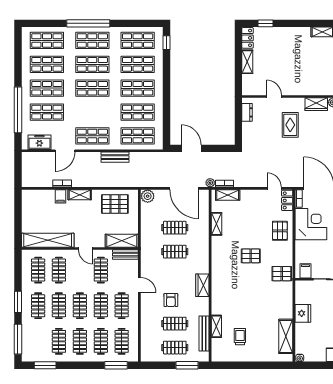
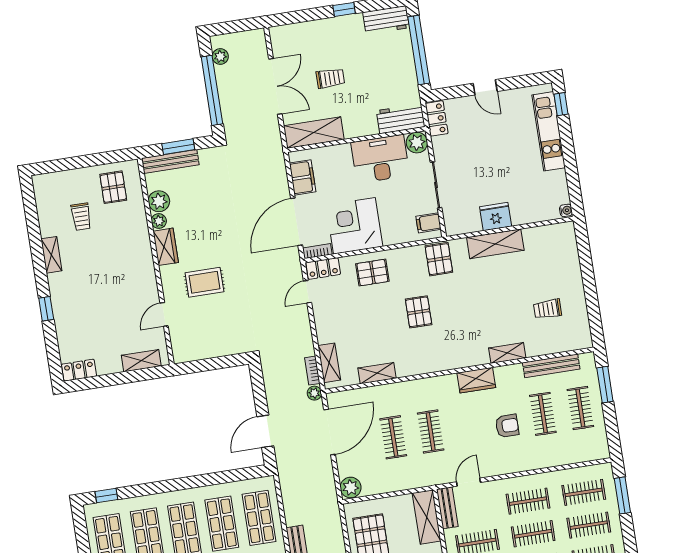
window: (265, 23) -> (46, 309), moved
shelving: (247, 62) -> (141, 361), moved
dresser: (247, 112) -> (195, 353), removed
door: (139, 285) -> (468, 482), moved
shelving: (216, 326) -> (507, 353), moved
shelving: (286, 336) -> (495, 244), moved

